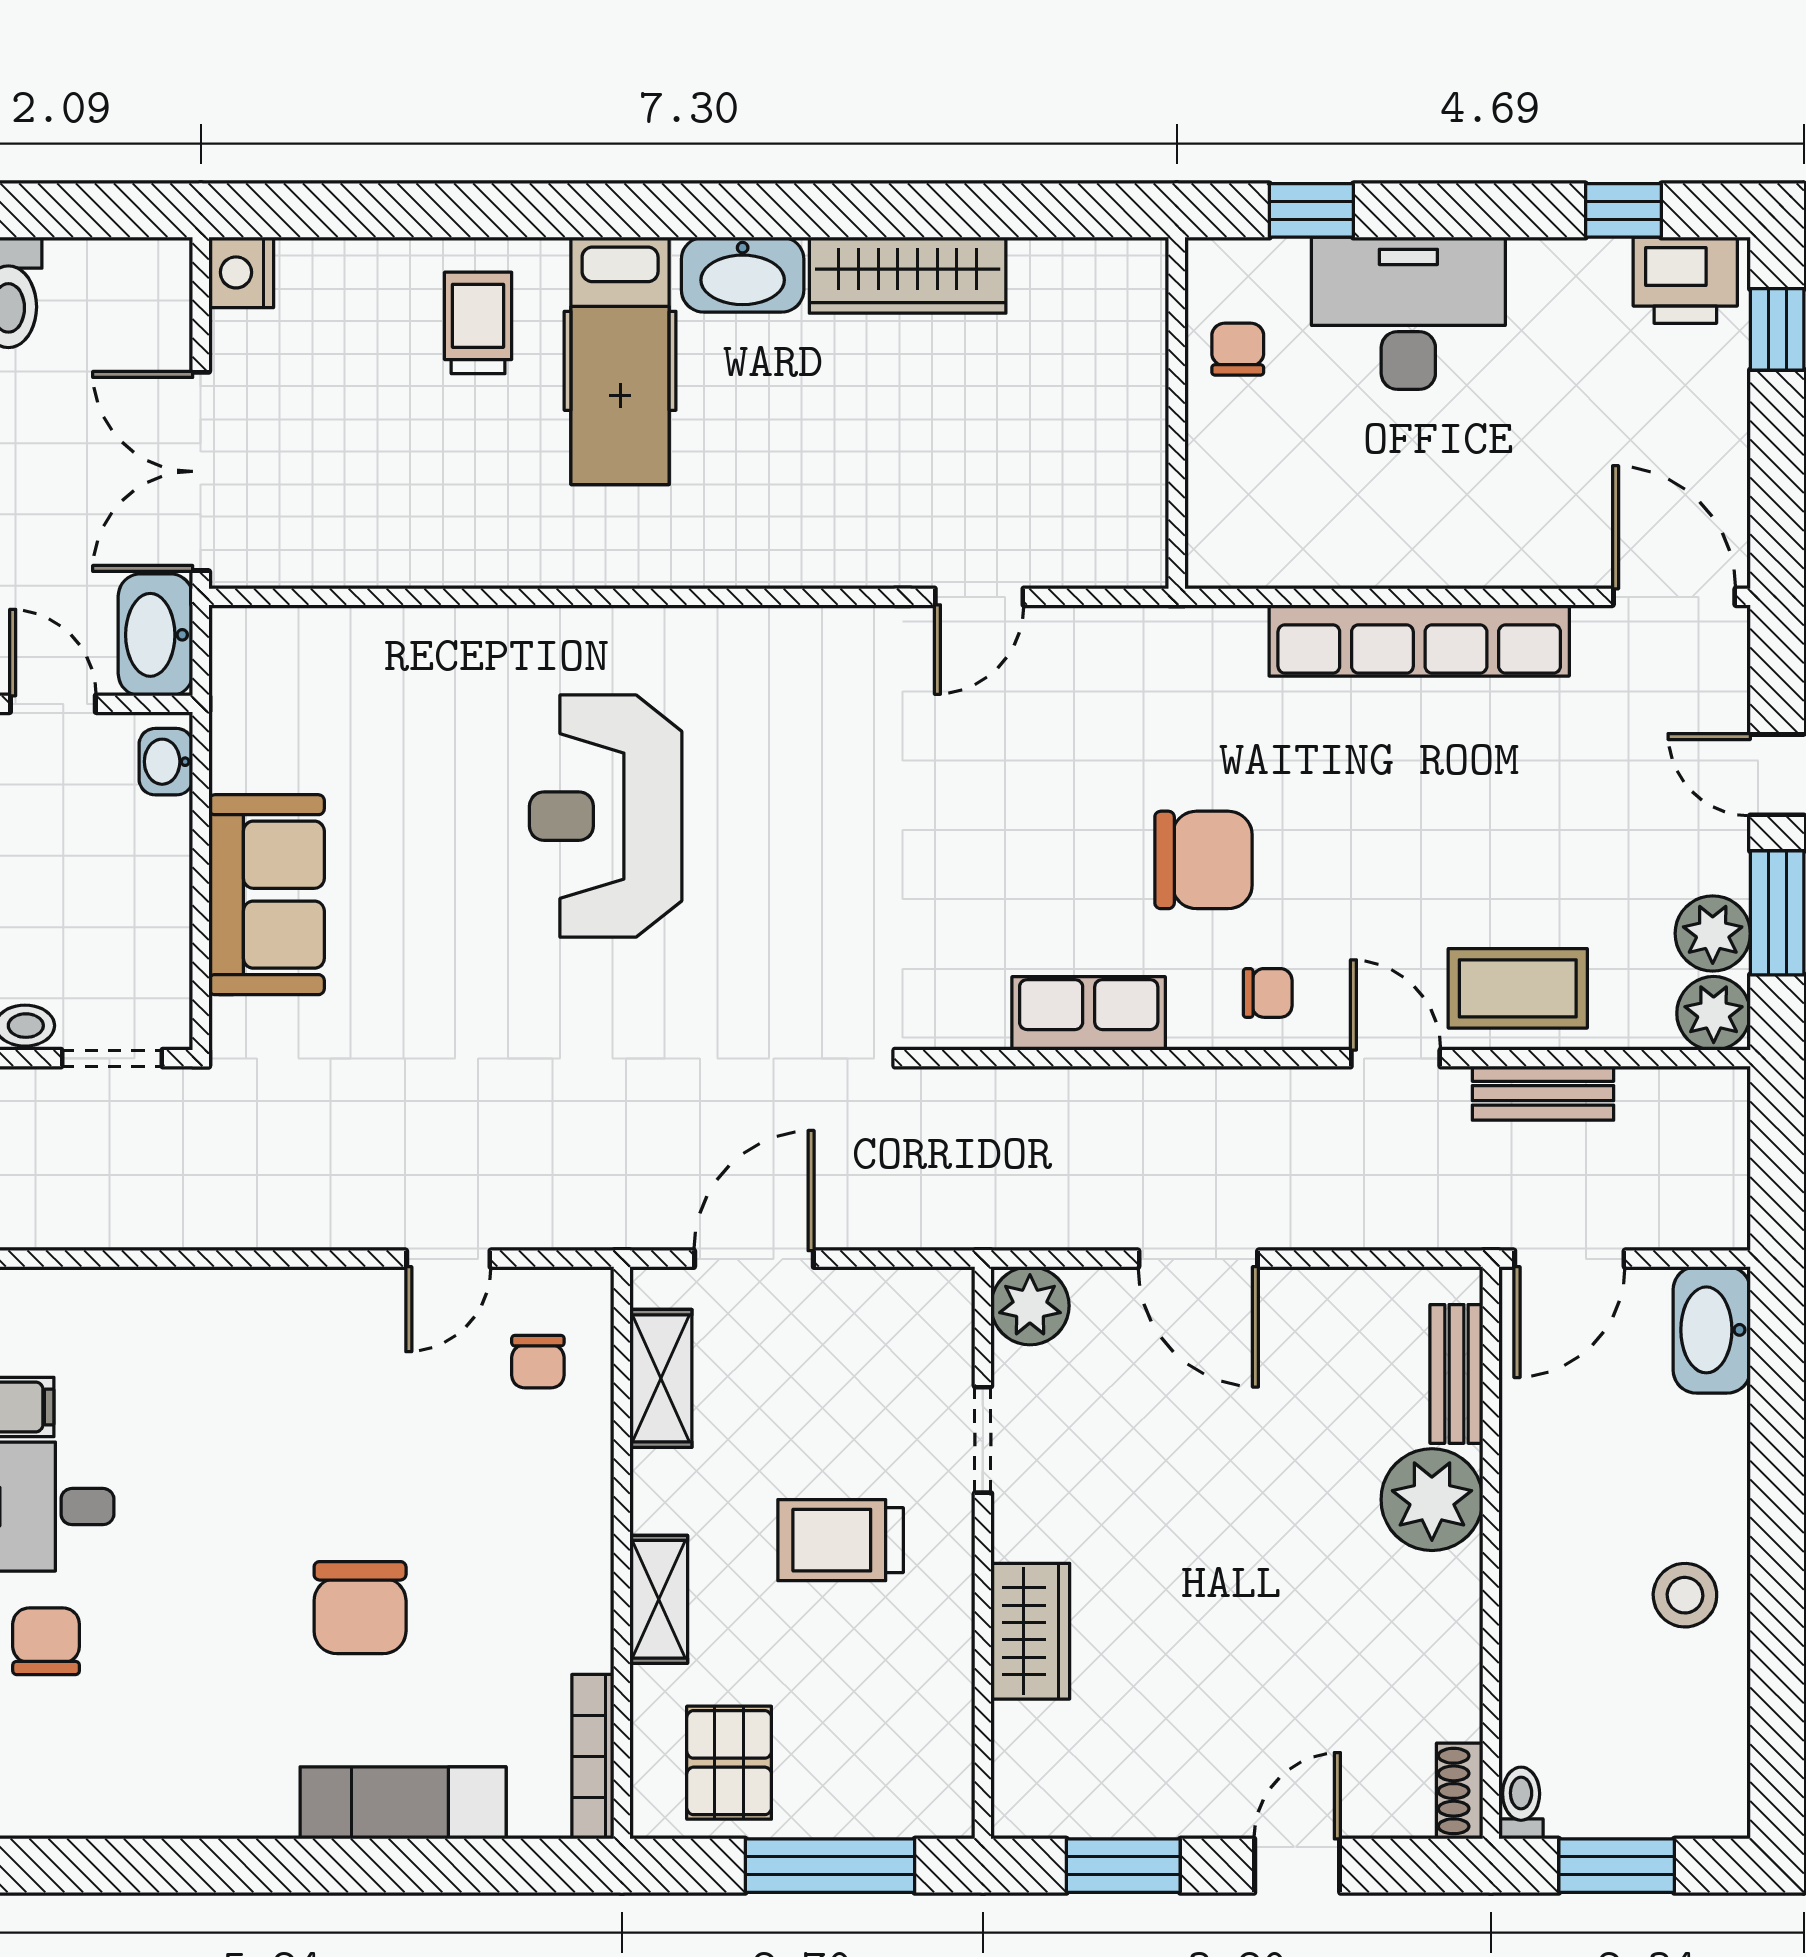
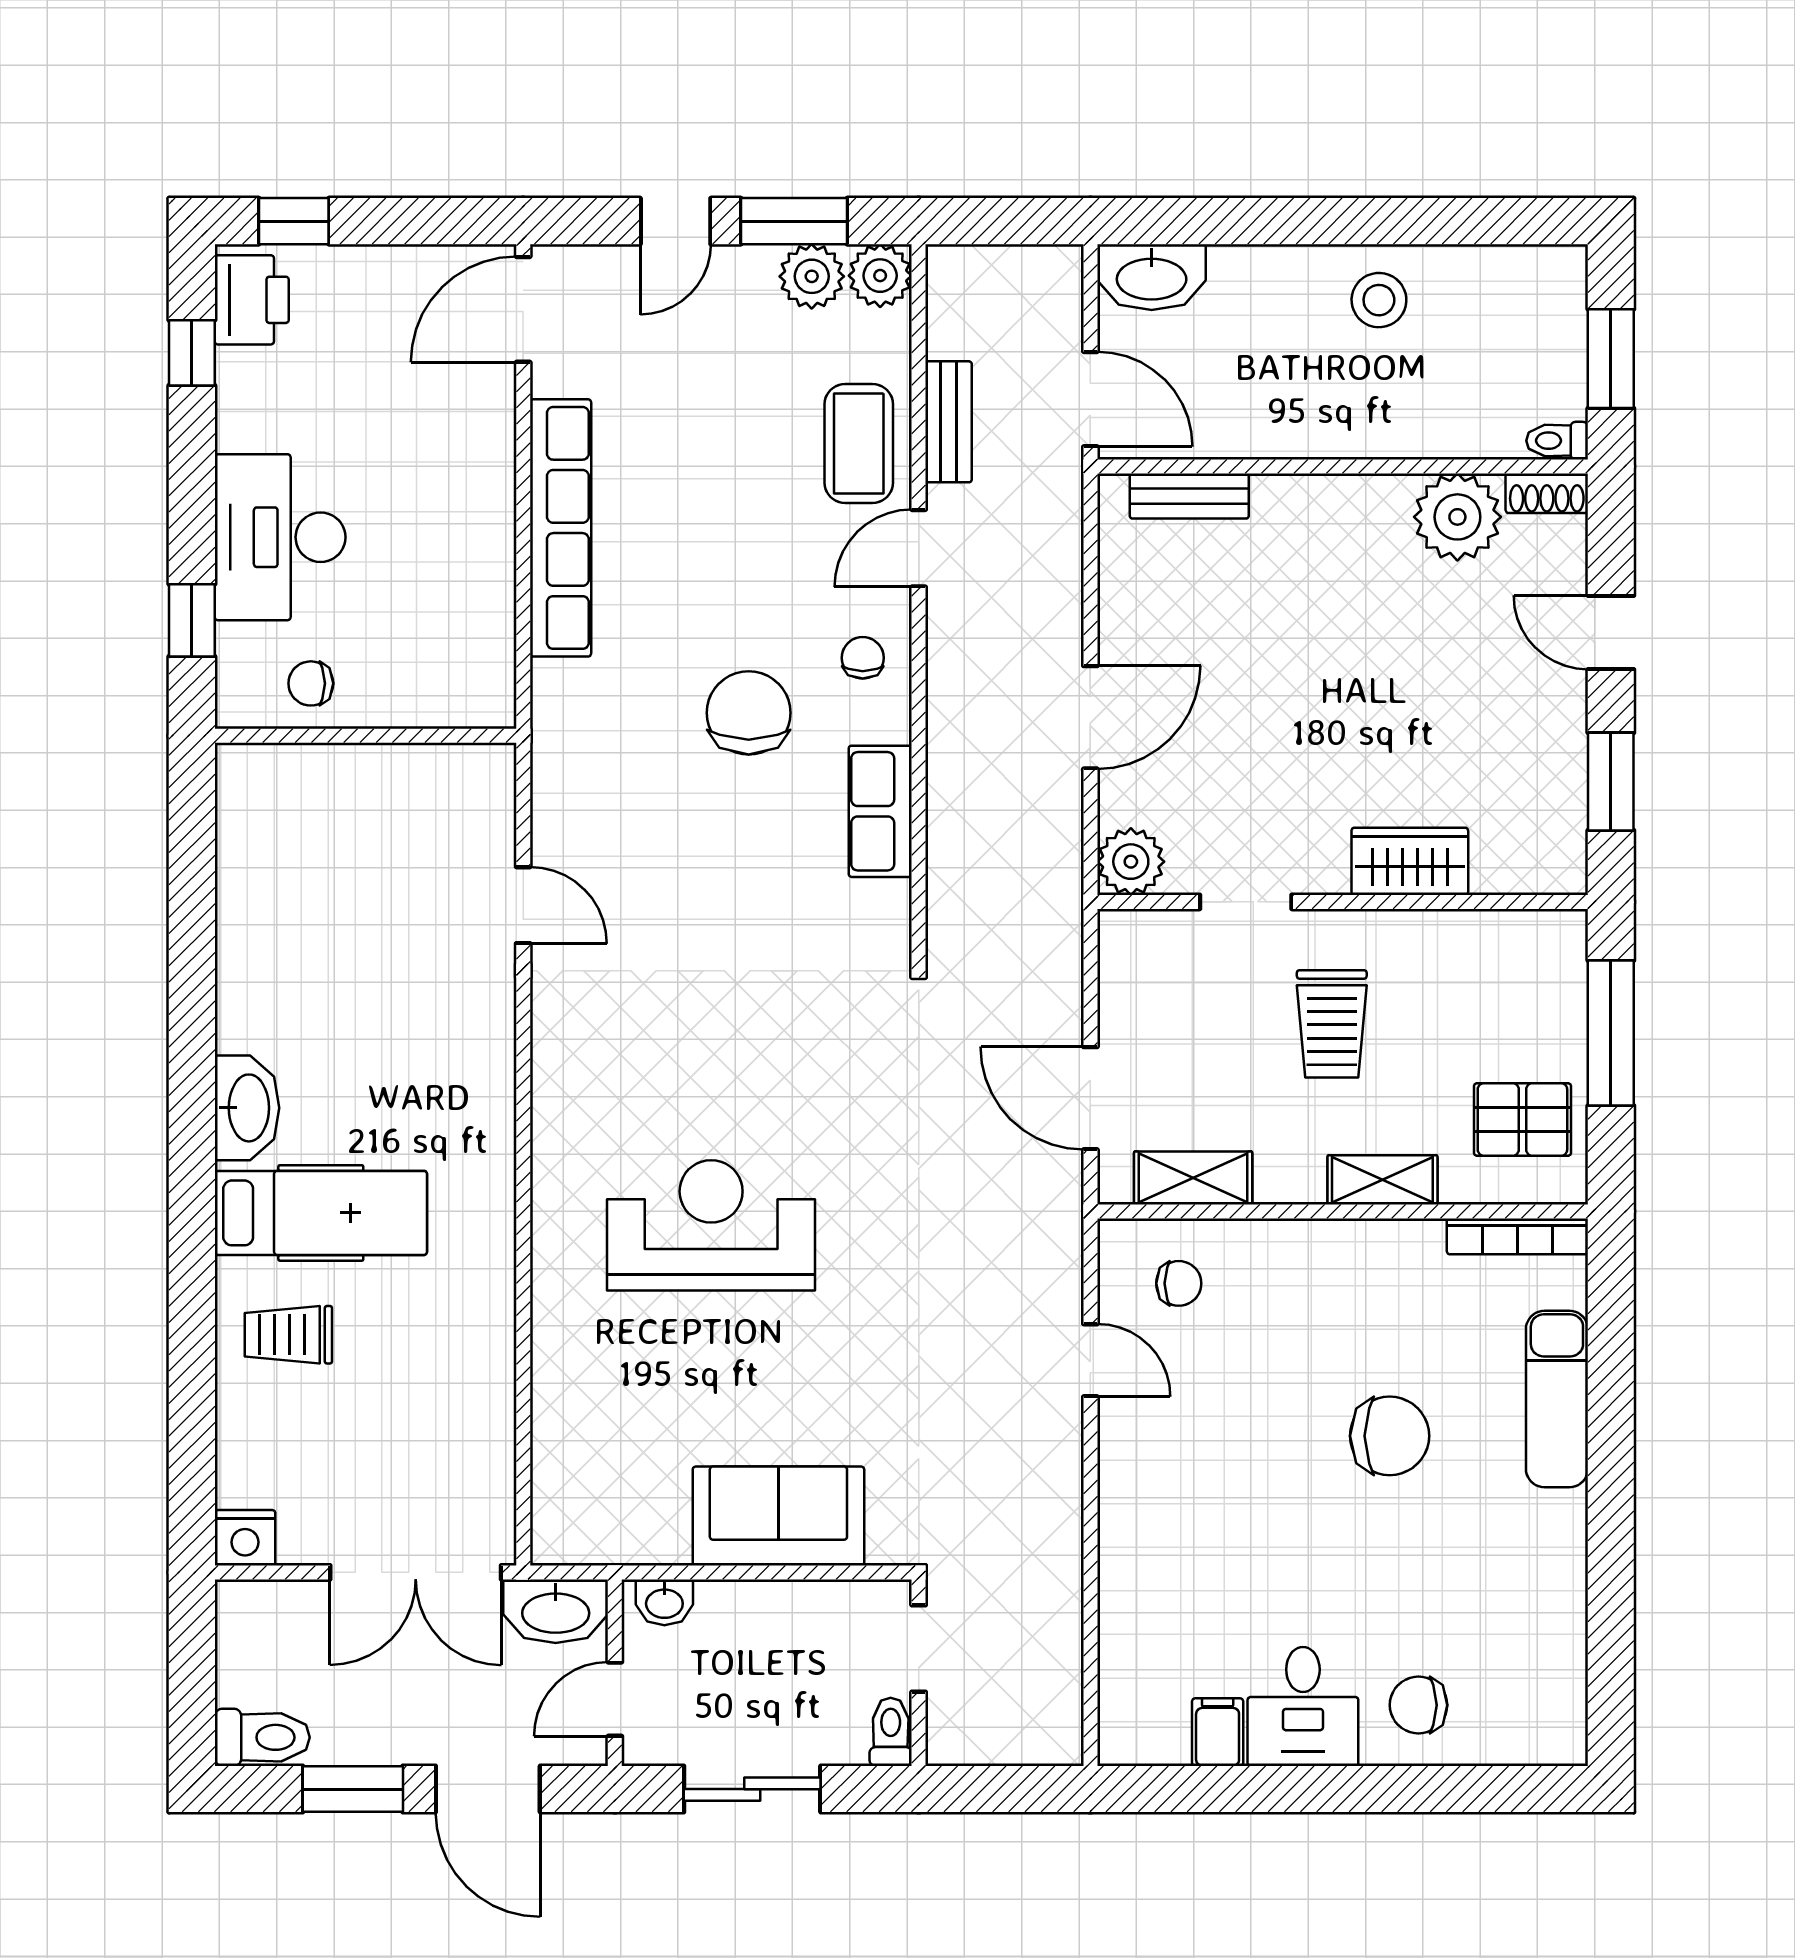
wardrobe: (908, 275) -> (247, 966), removed
reception desk: (606, 816) -> (711, 1225), turned 180
plant: (1432, 1500) -> (1457, 517), moved

